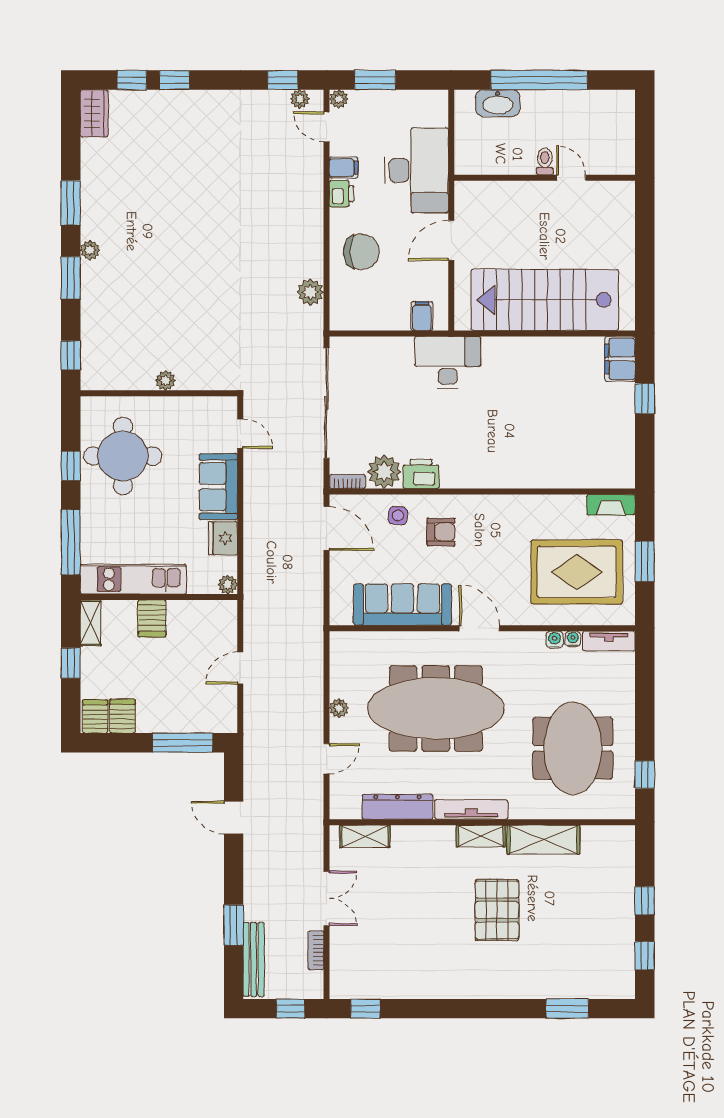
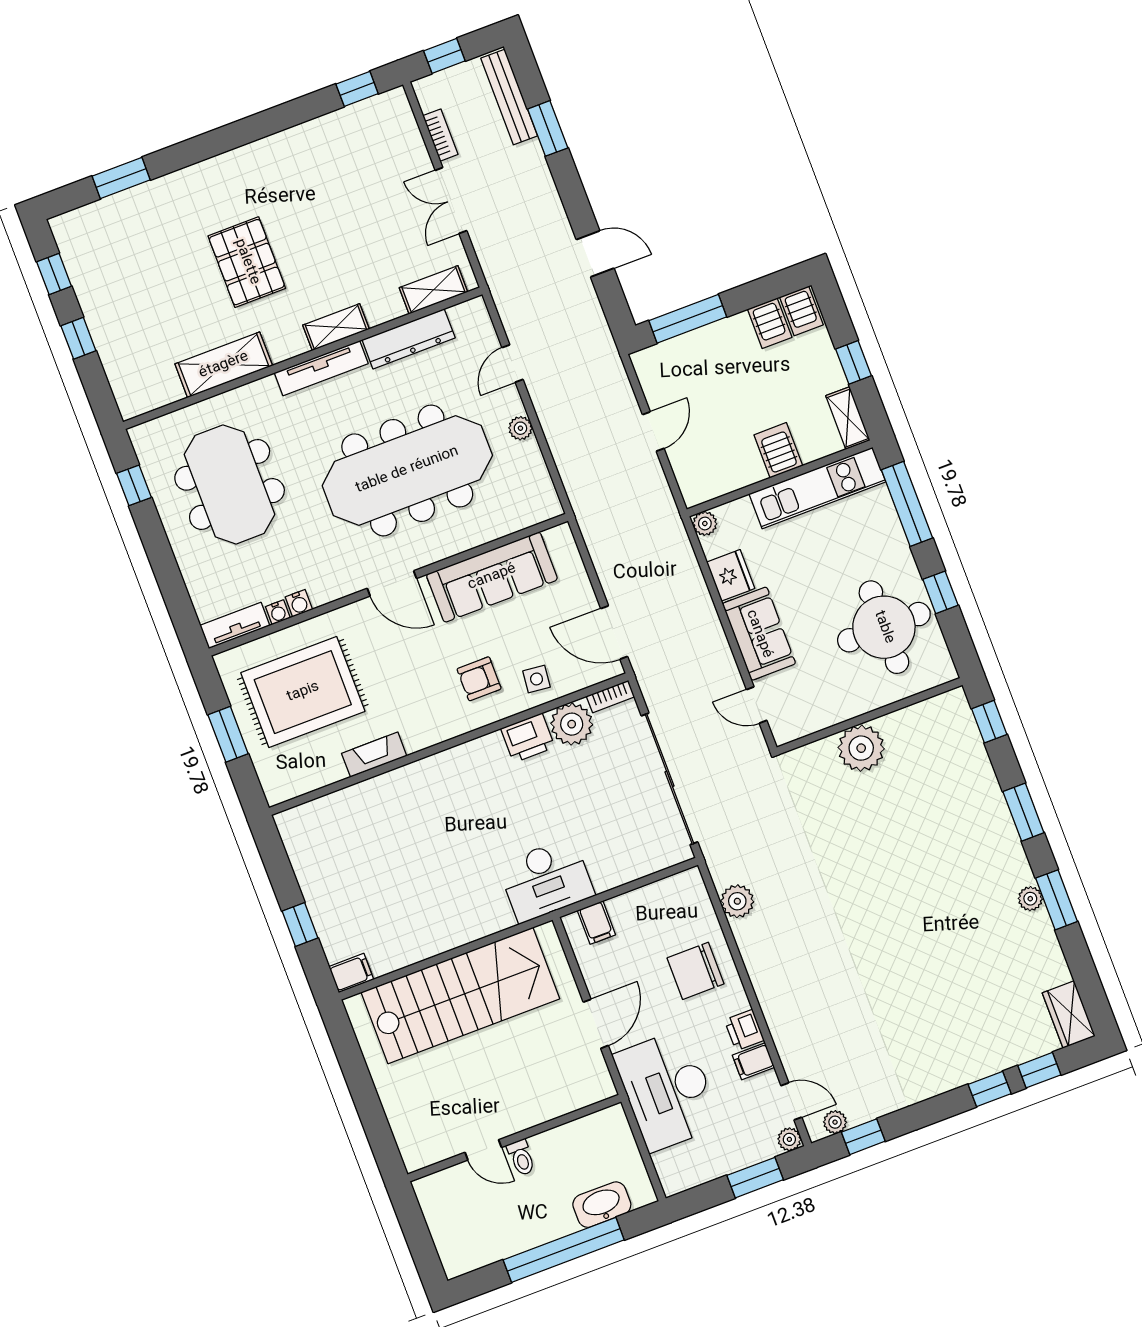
plant: (90, 250) -> (1030, 899), moved
filing cabinet: (620, 359) -> (351, 973), width x0.50
plant: (165, 381) -> (861, 748), width x1.88, depth x1.88
fireplace: (611, 505) -> (374, 755), moved
shelving: (481, 836) -> (336, 327), moved

